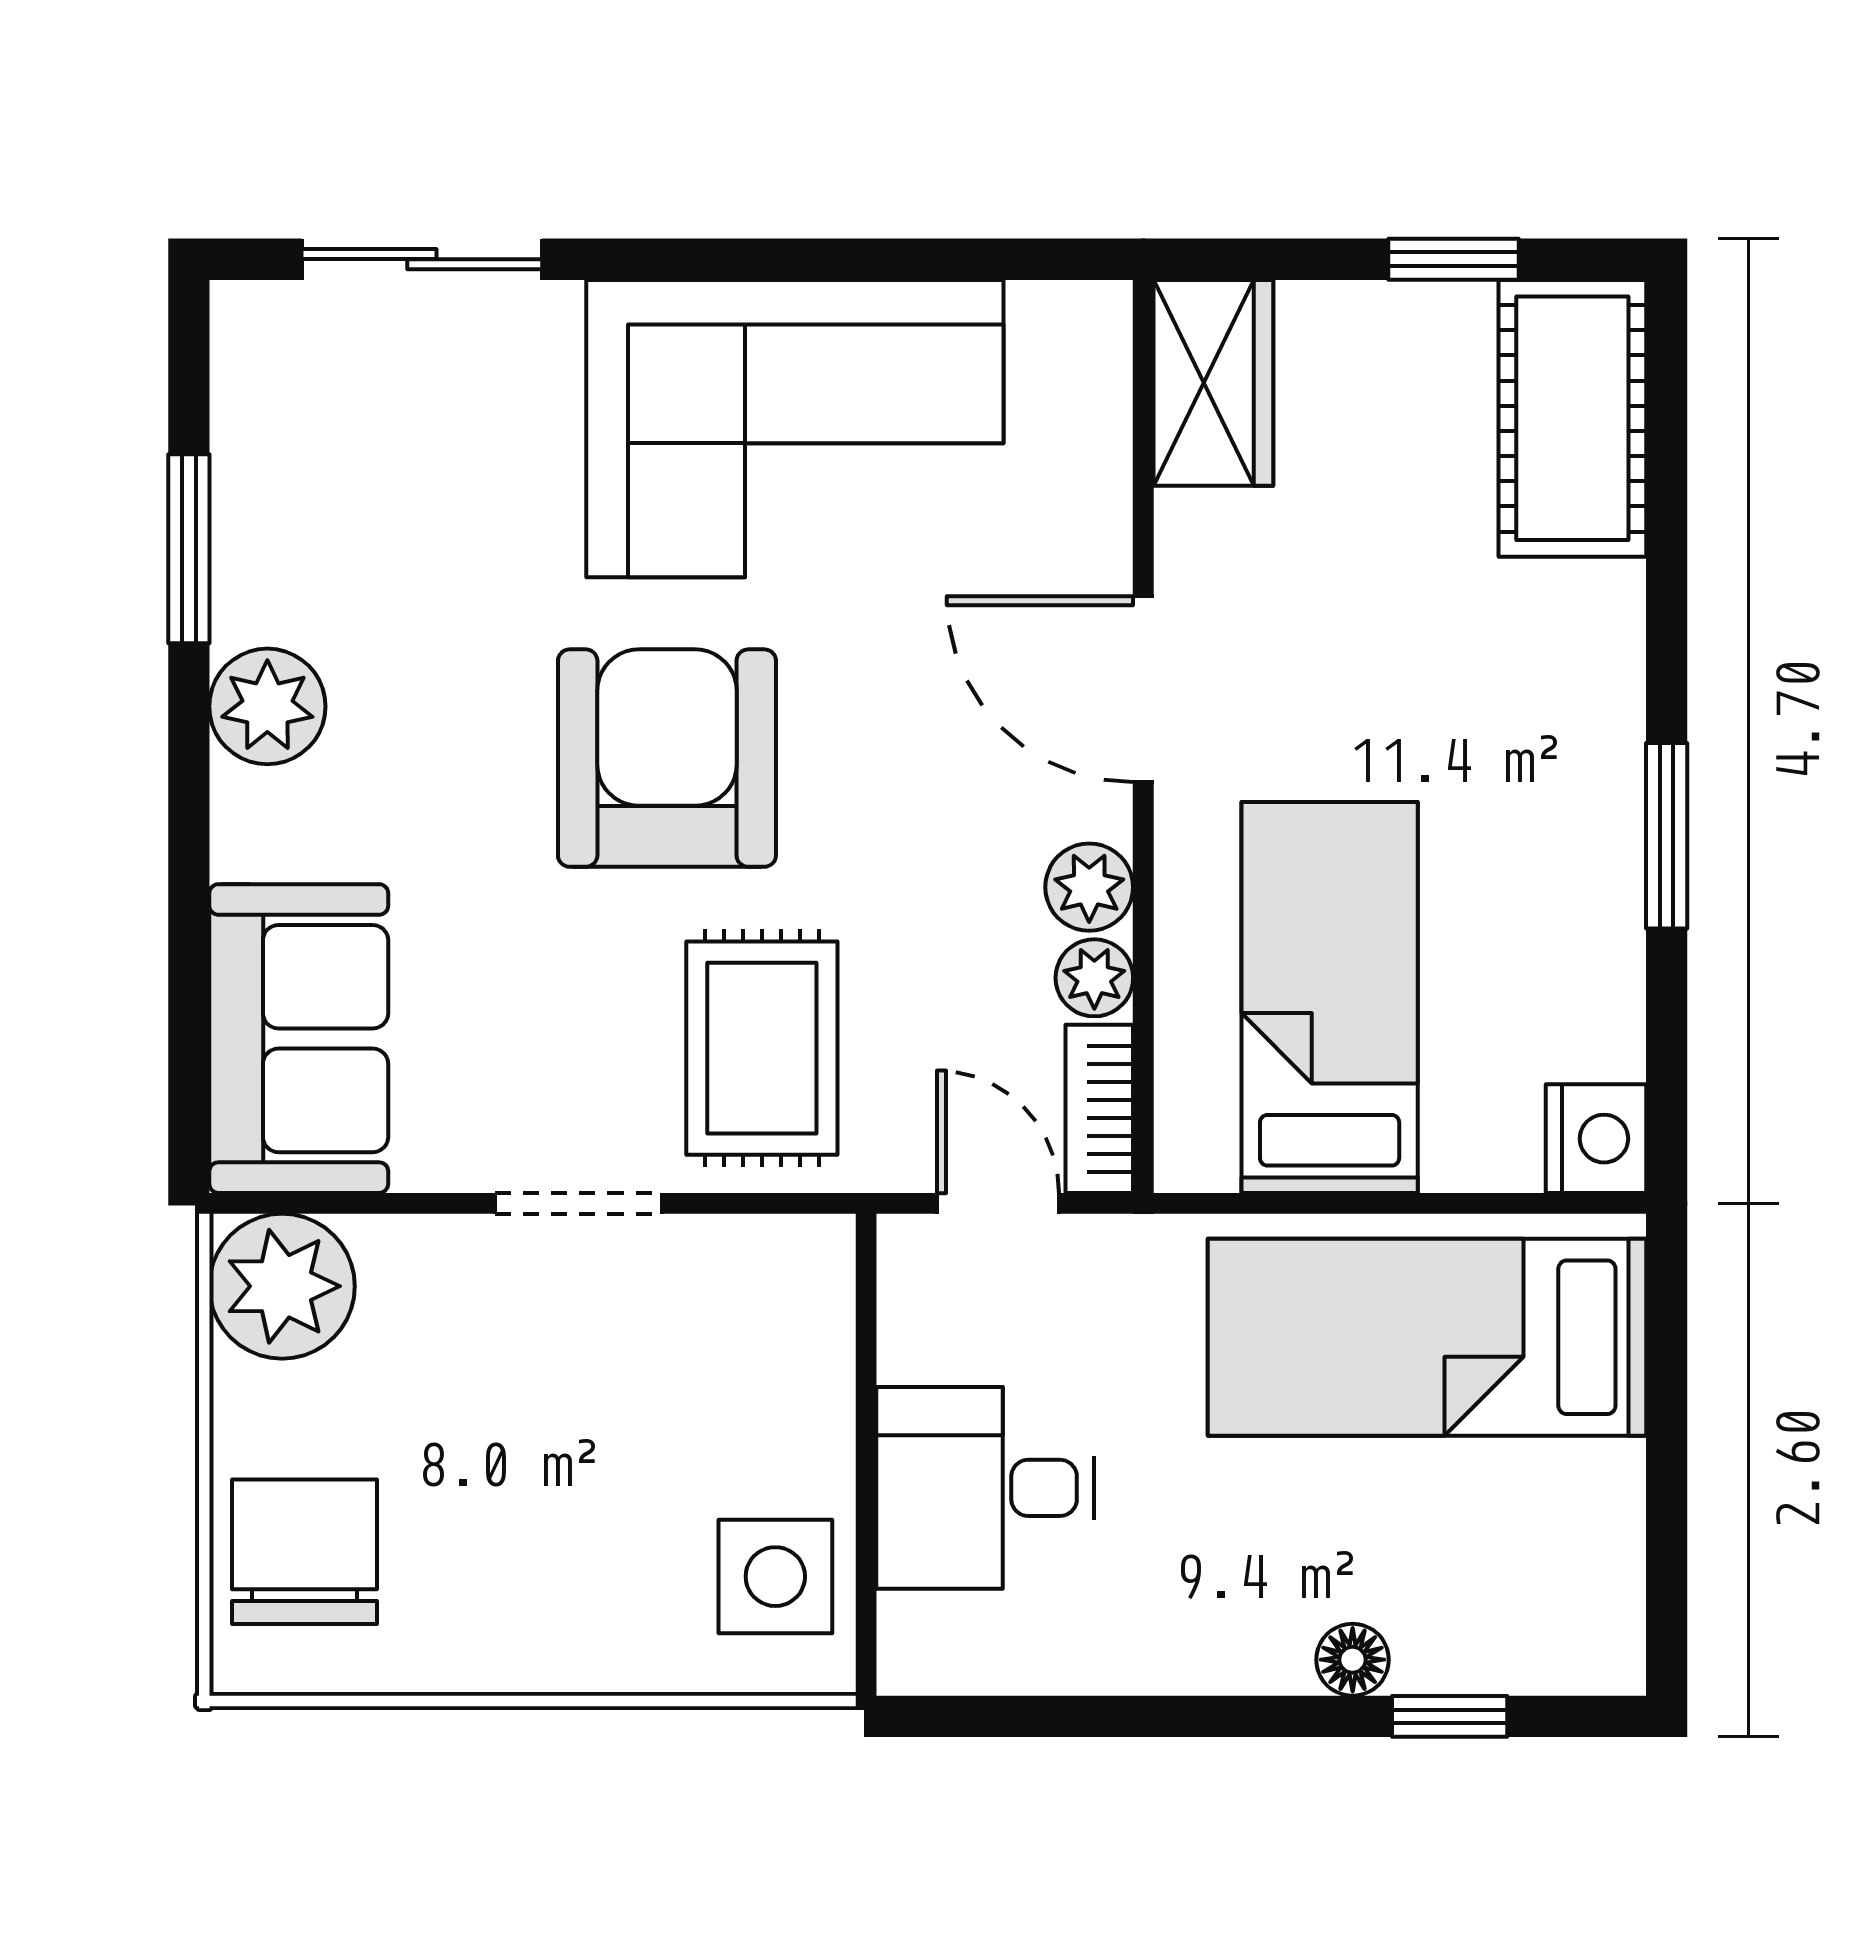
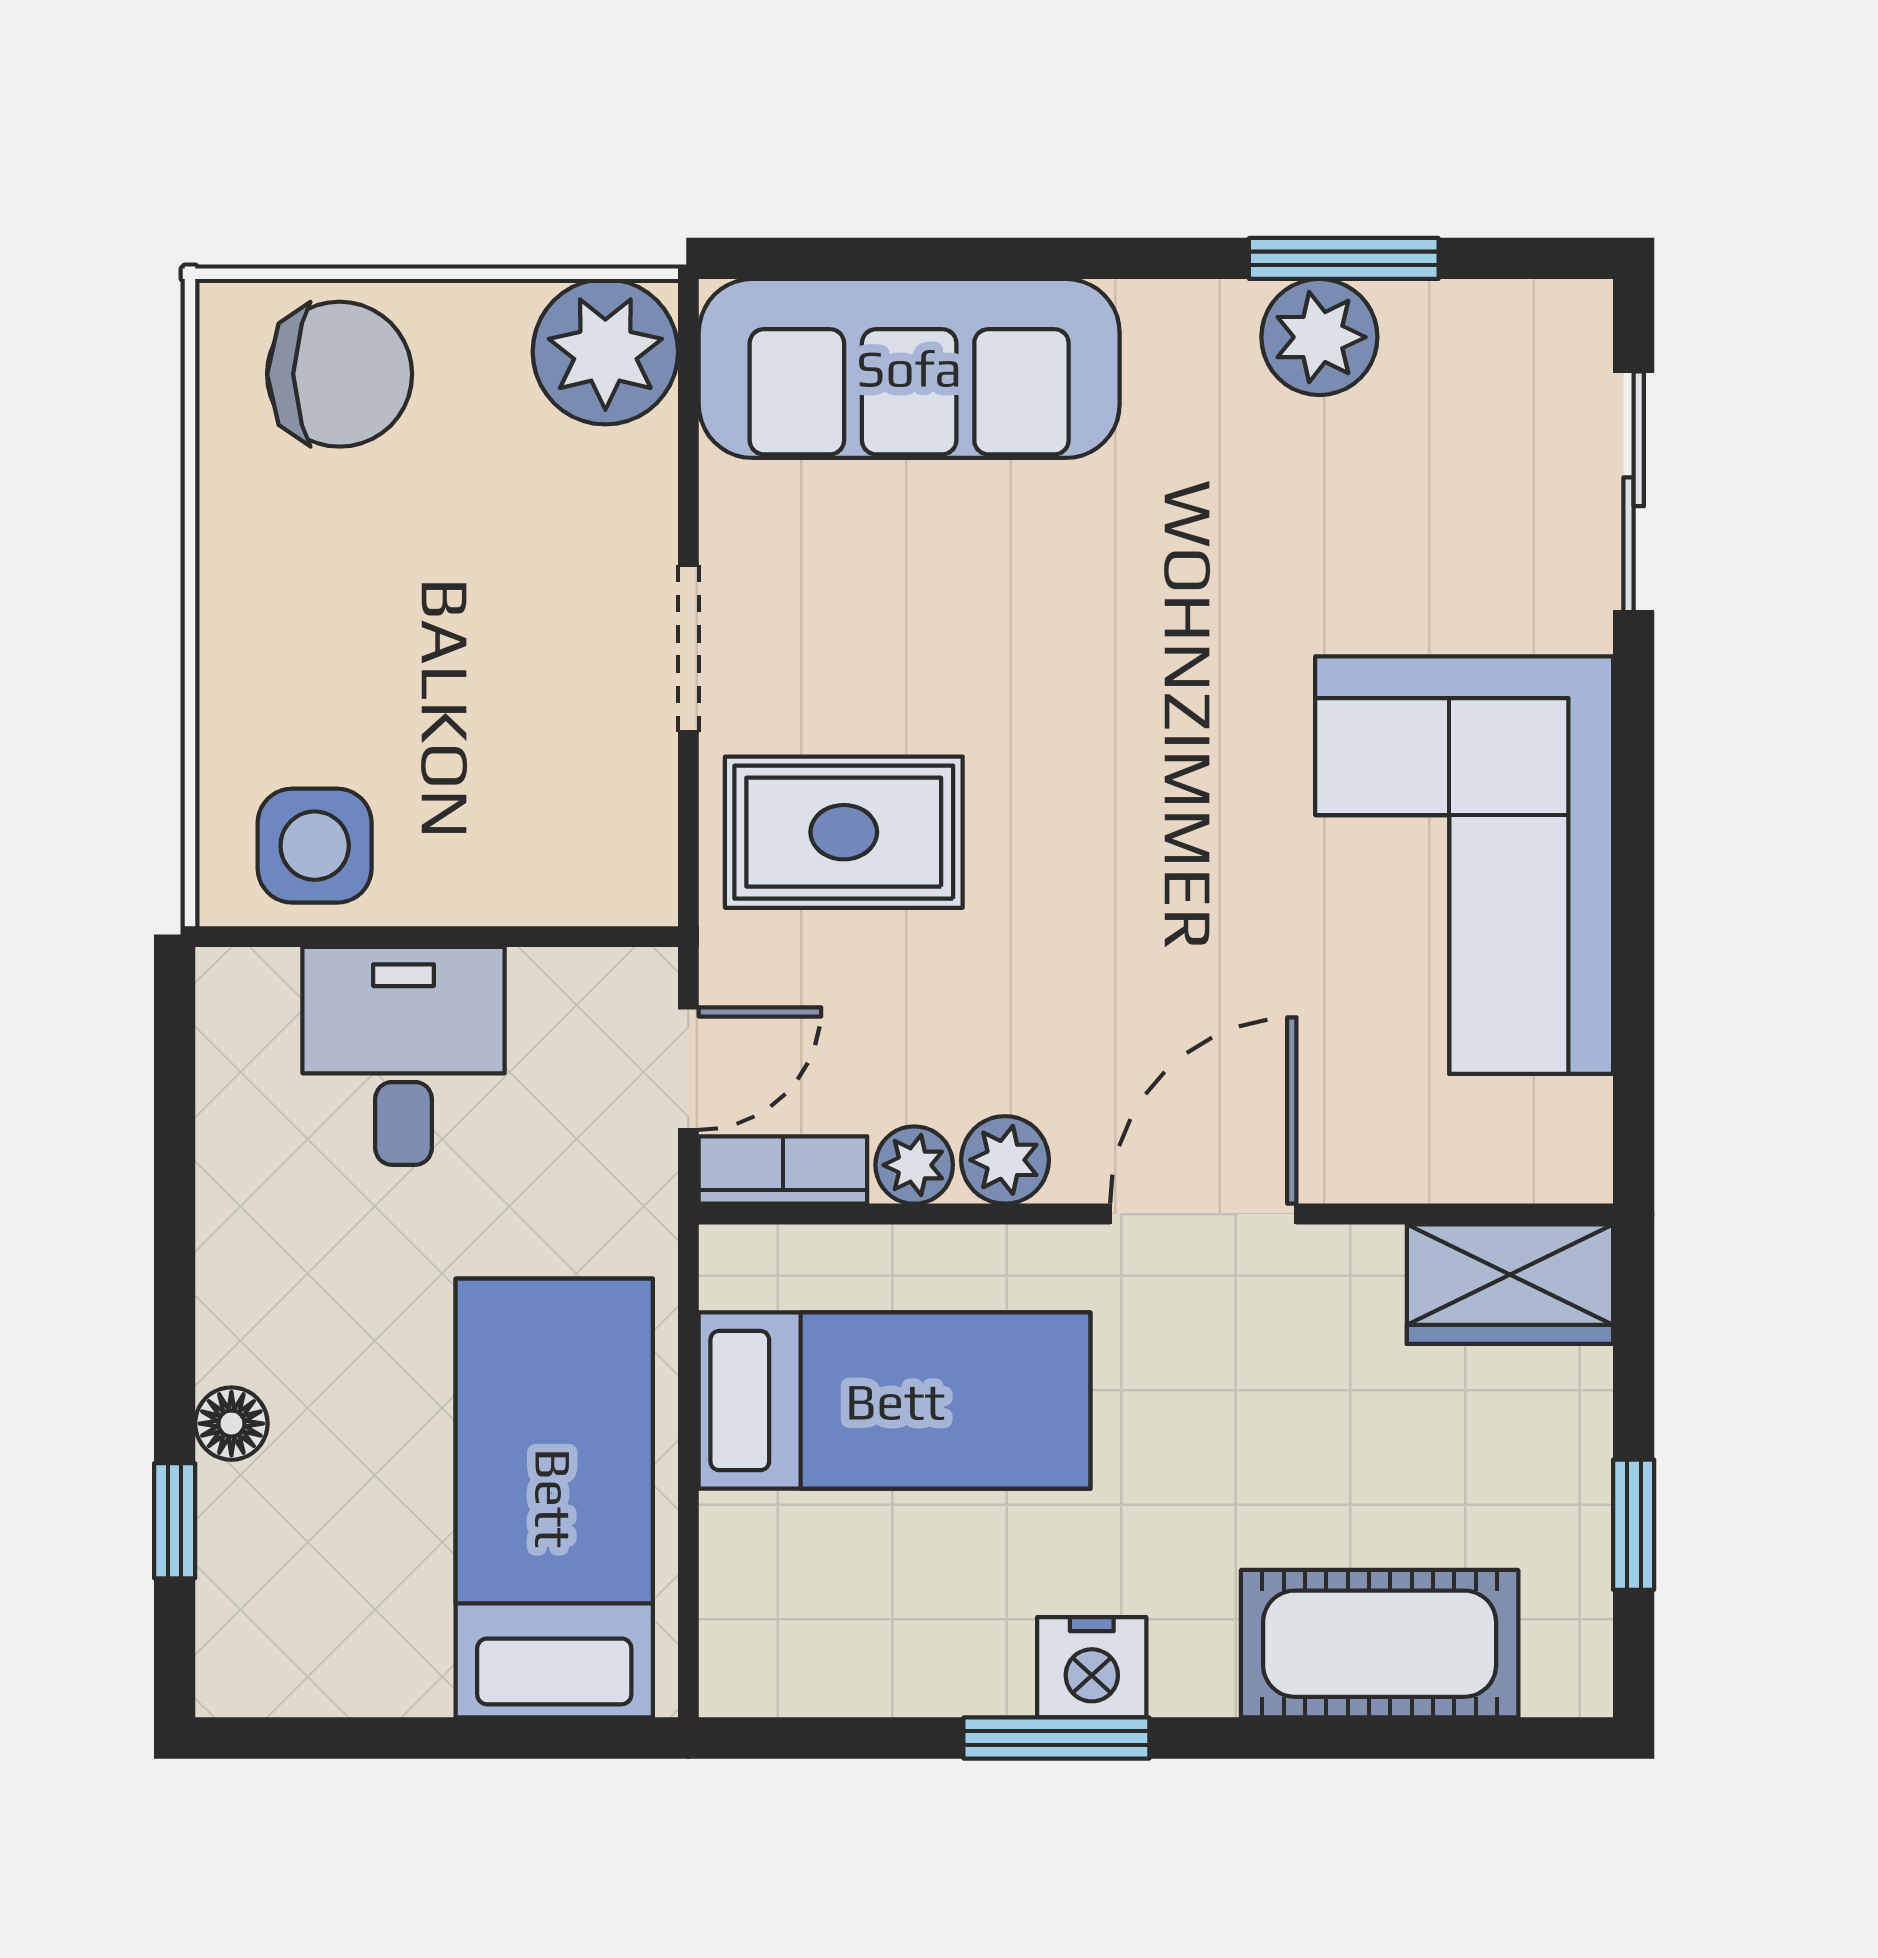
cot: (1572, 418) -> (1380, 1644), moved
plant: (267, 706) -> (1319, 337), moved
armchair: (667, 758) -> (1134, 737), removed
sofa: (299, 1039) -> (909, 368), width x1.36
nightstand: (1596, 1139) -> (1092, 1667), moved

